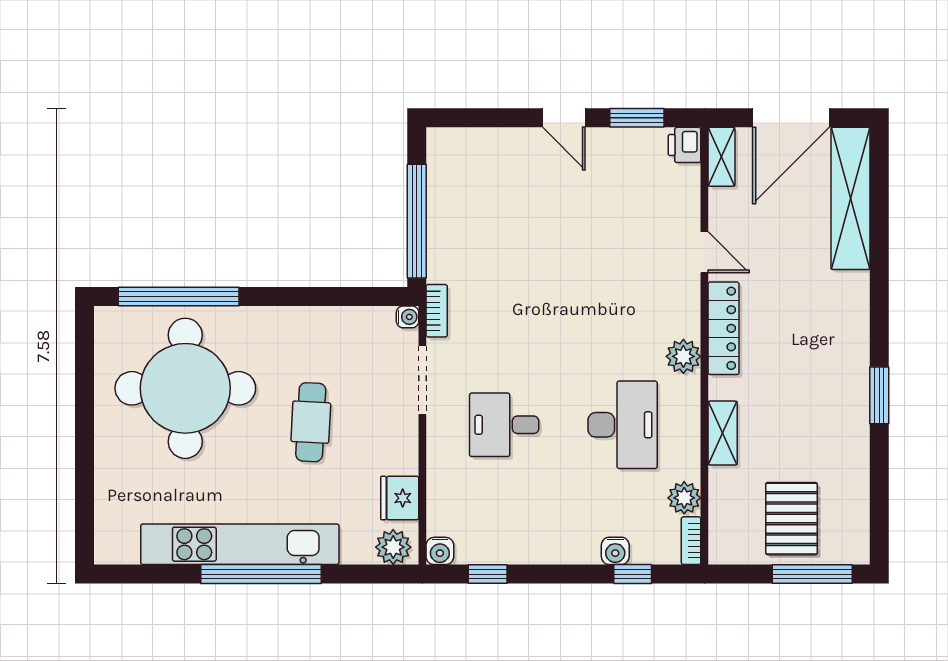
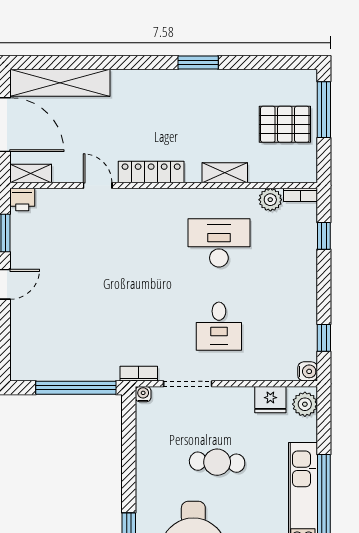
door: (704, 252) -> (98, 185), hinge flipped
plant: (683, 356) -> (171, 200), removed
water cooler: (615, 551) -> (308, 248), removed

